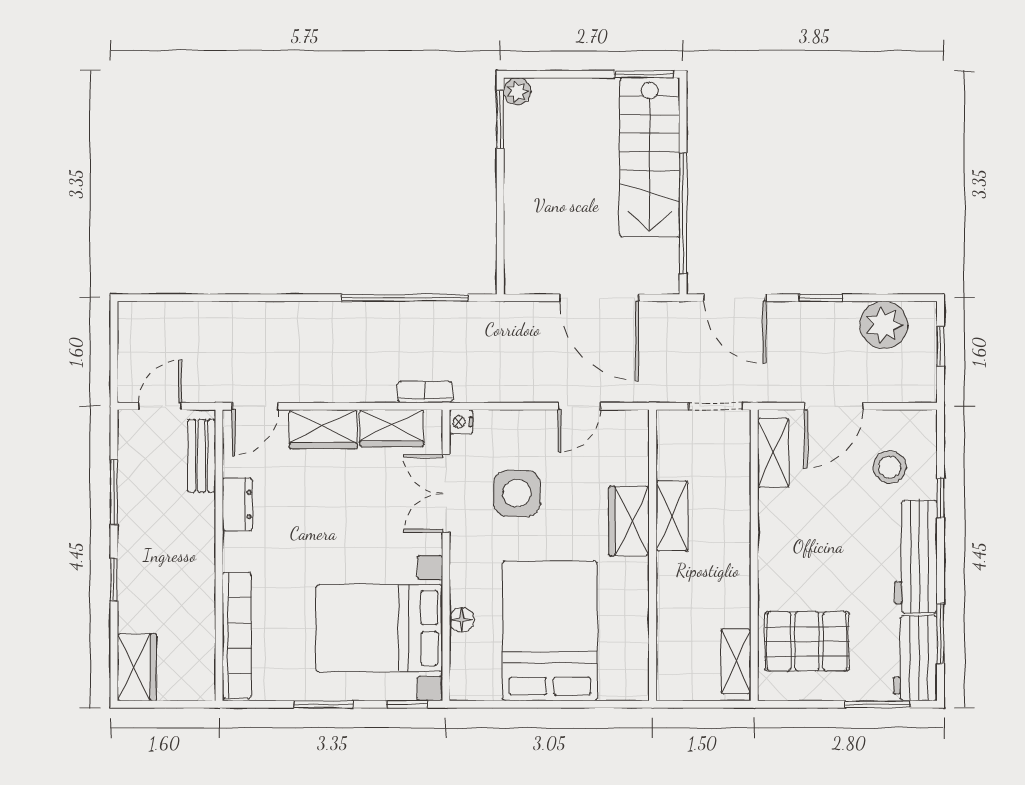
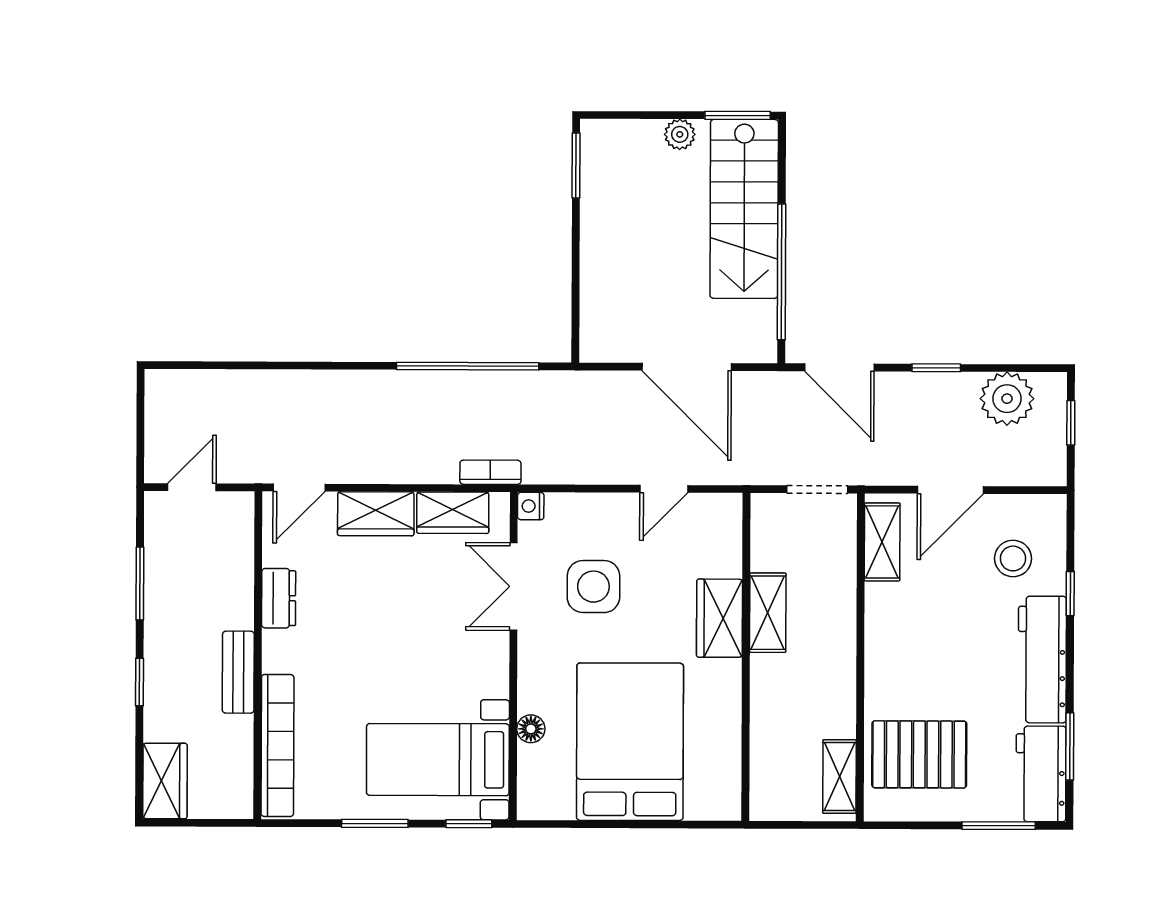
plant: (517, 91) -> (680, 134), moved
bench: (202, 456) -> (238, 672), moved
bed with nightstands: (379, 628) -> (438, 760), width x0.73

